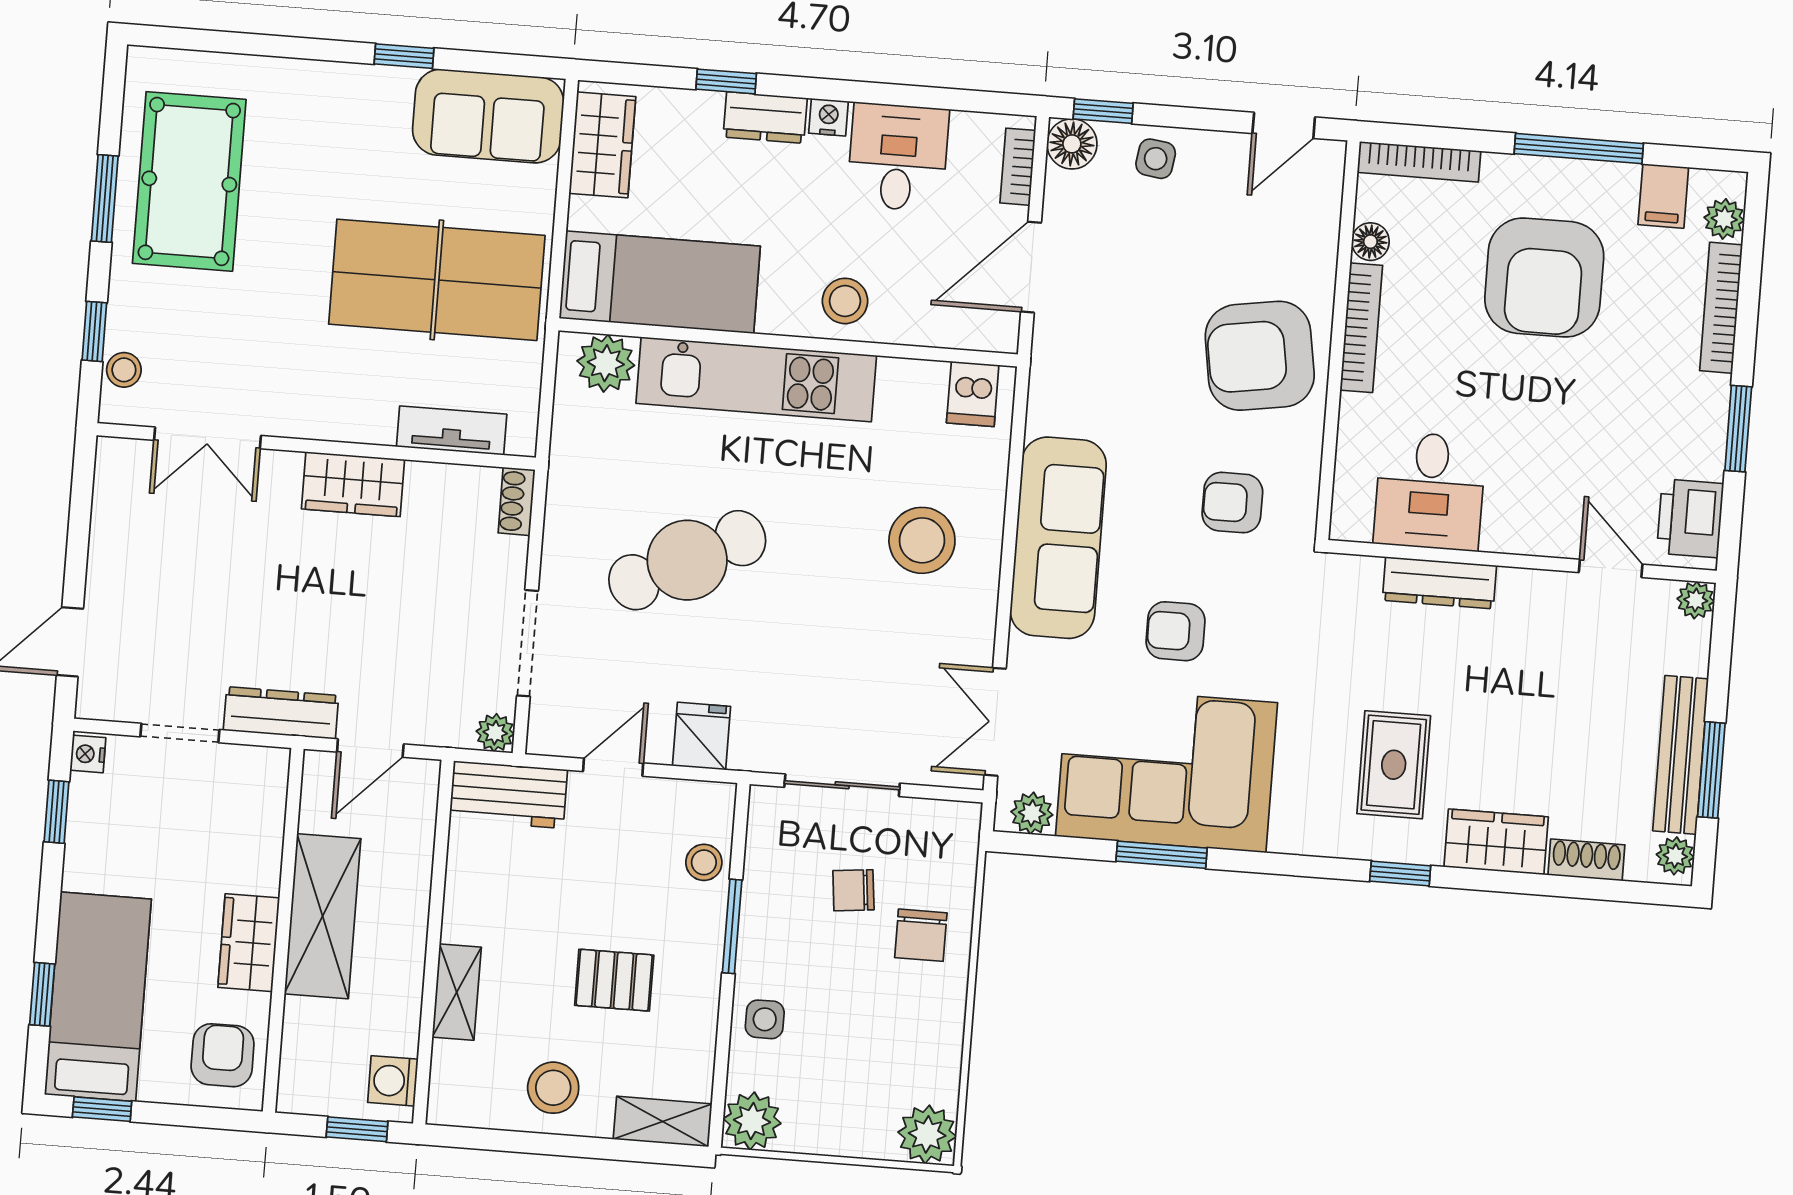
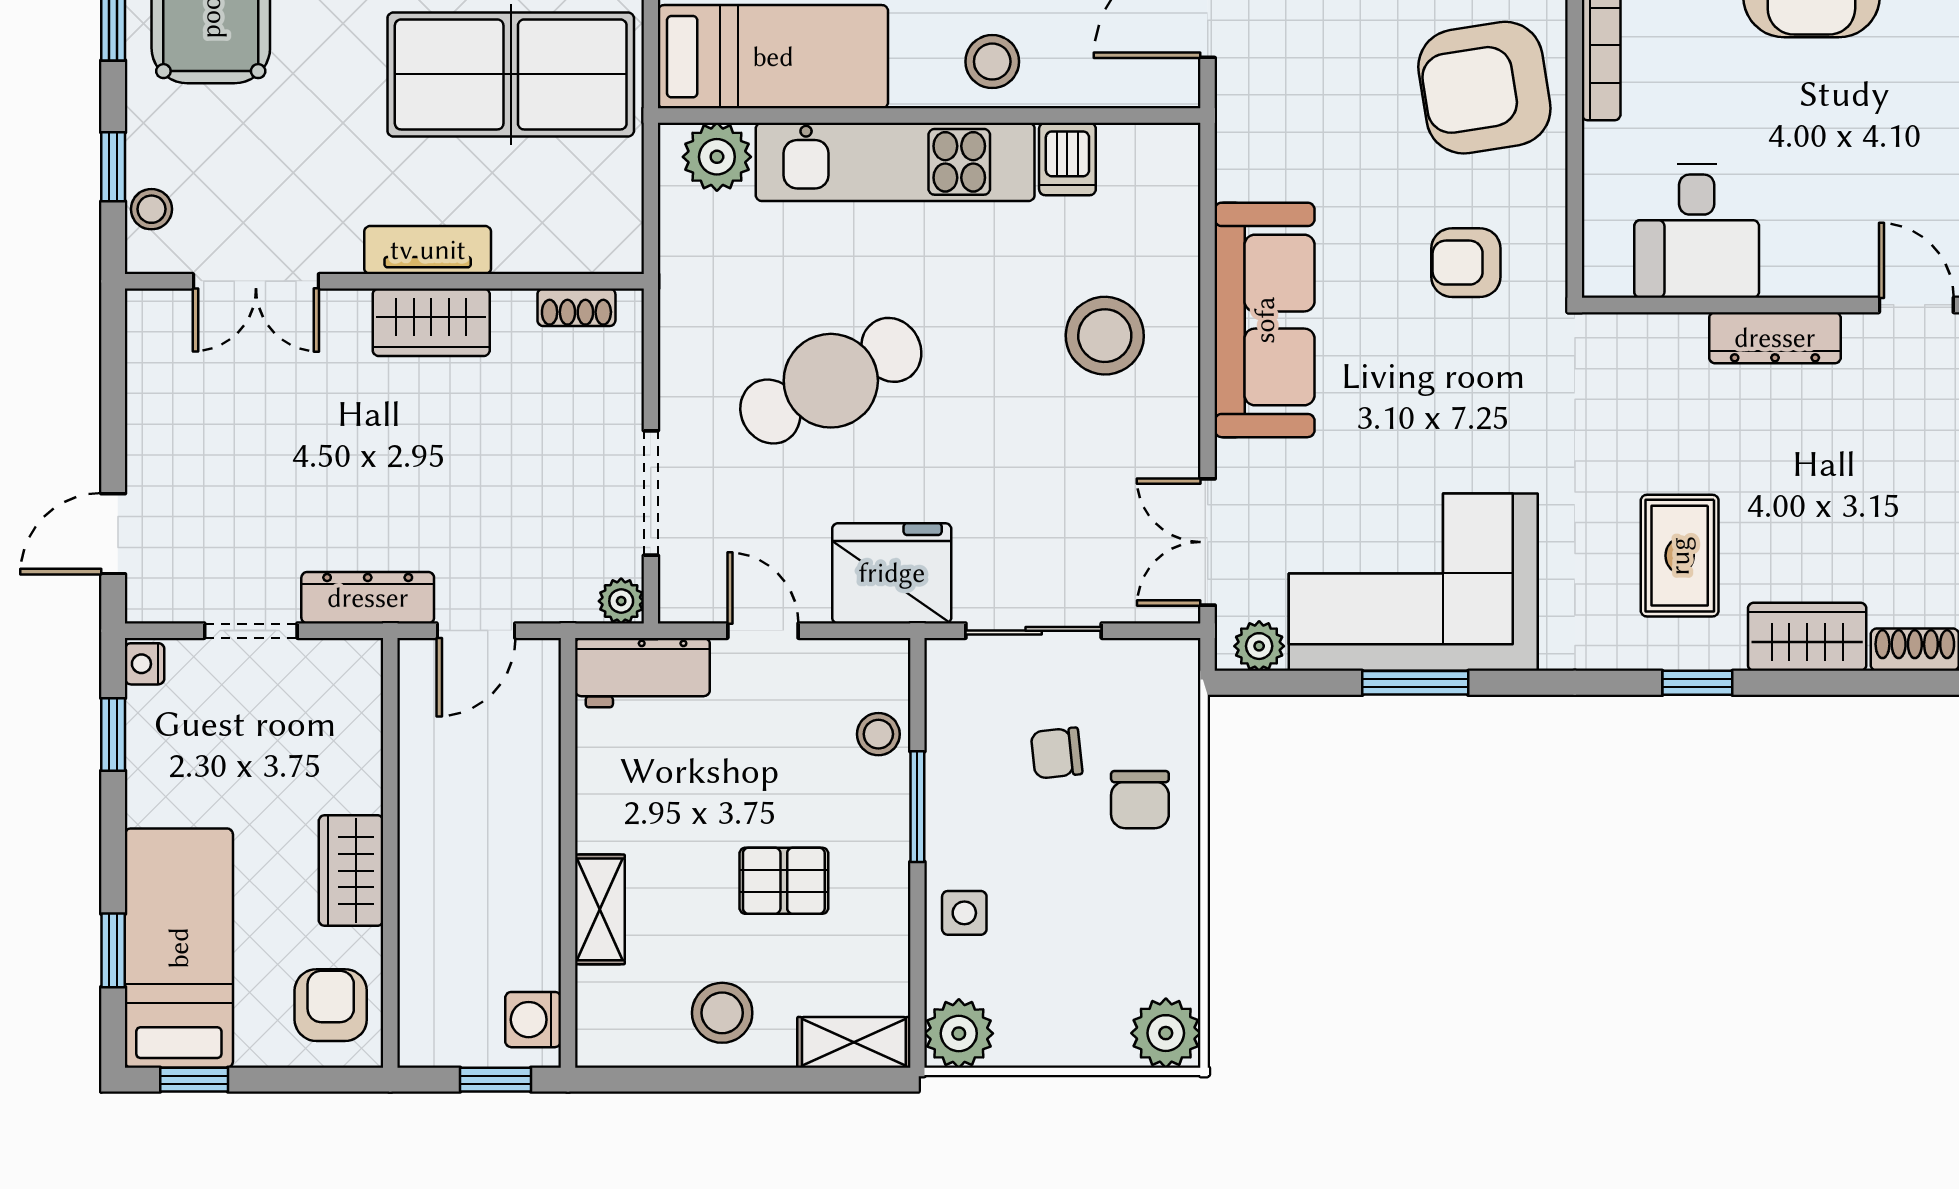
dishwasher: (973, 394) -> (1067, 159), moved
tv unit: (452, 430) -> (428, 250), moved
shoe rack: (517, 501) -> (576, 307), moved, turned -90
dresser: (1439, 583) -> (1775, 338), moved
armchair: (1175, 631) -> (1411, 419), removed
fridge: (701, 736) -> (892, 573), width x1.88, depth x1.34
door: (613, 767) -> (763, 631), hinge flipped
shelving: (323, 916) -> (435, 833), removed

